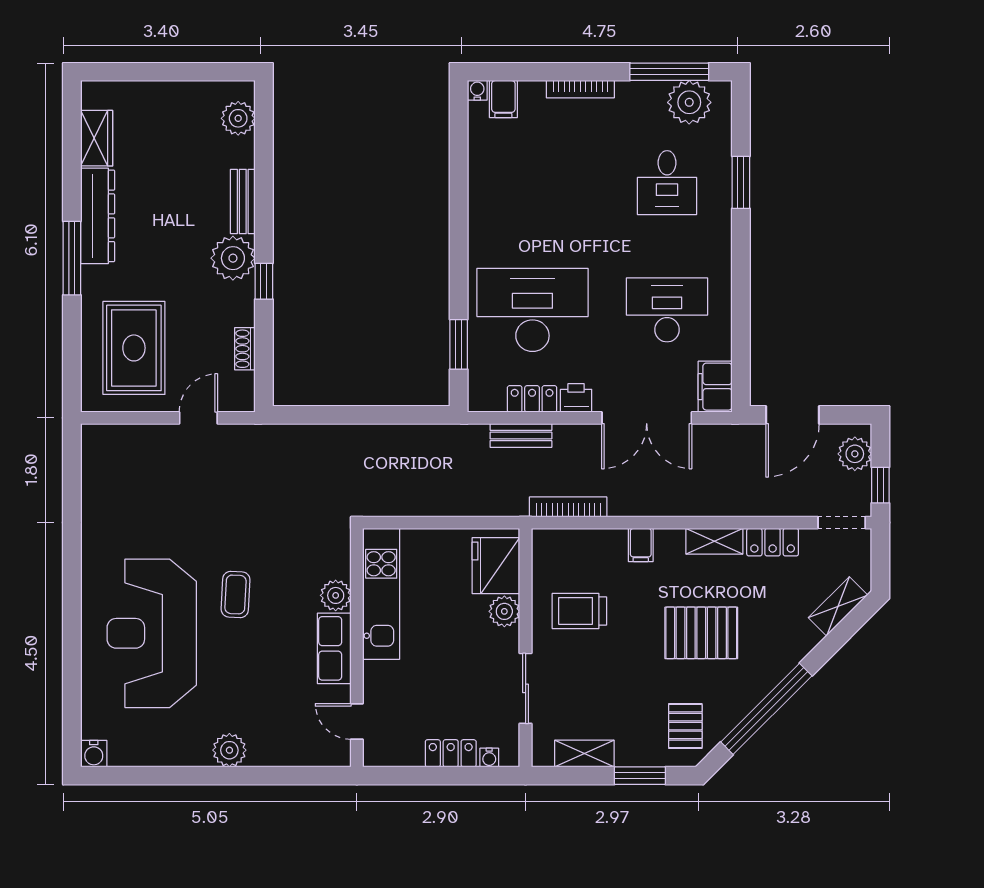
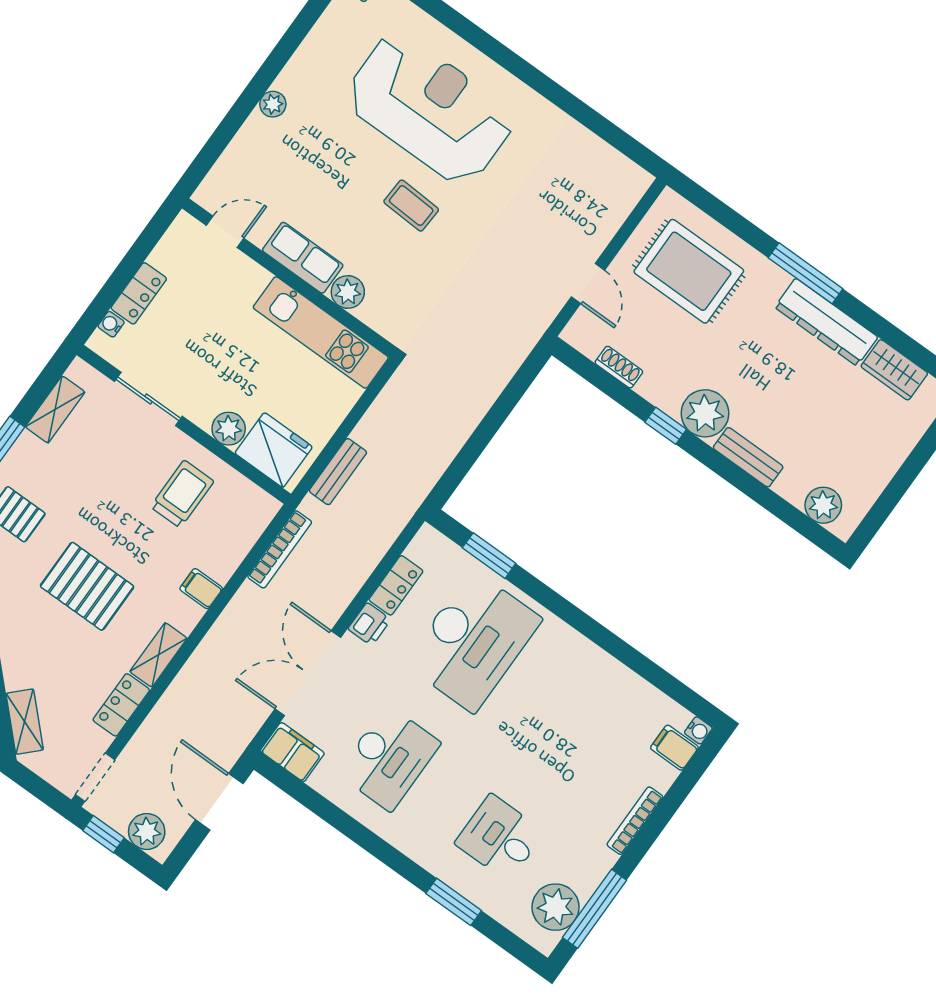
bench: (521, 435) -> (338, 472), moved
pallet: (701, 633) -> (87, 586), turned 90
plant: (229, 750) -> (273, 104), width x0.73, depth x0.73

